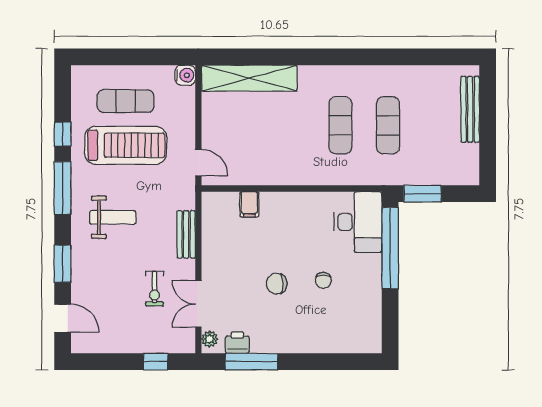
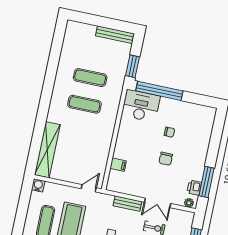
bench: (470, 109) -> (115, 35), moved
double door: (198, 304) -> (158, 203), moved

